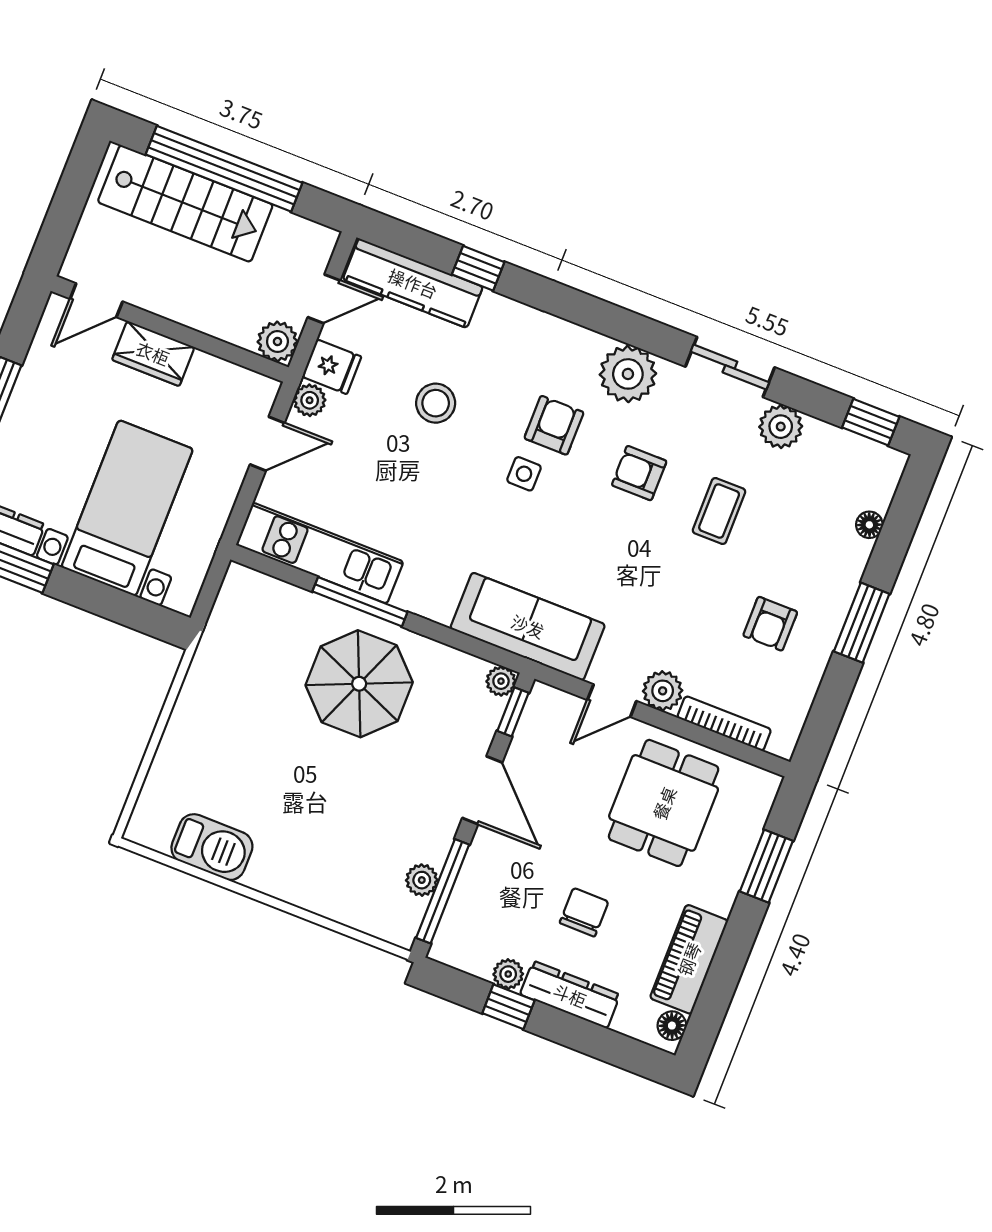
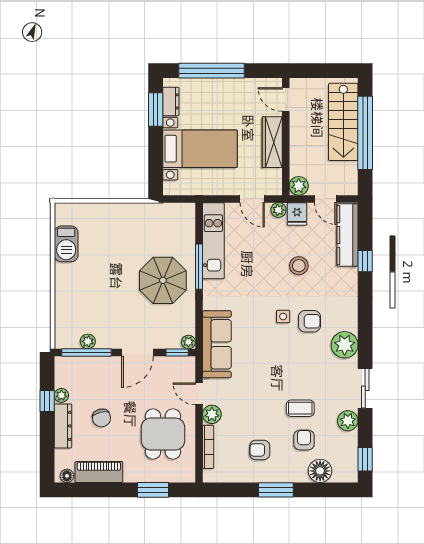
wardrobe: (153, 353) -> (272, 142), width x1.50
armchair: (639, 473) -> (304, 440), moved
floor lamp: (869, 525) -> (320, 471), width x1.89, depth x1.89
dining table: (664, 803) -> (163, 434), turned 90
chair: (584, 912) -> (101, 418), turned 76

